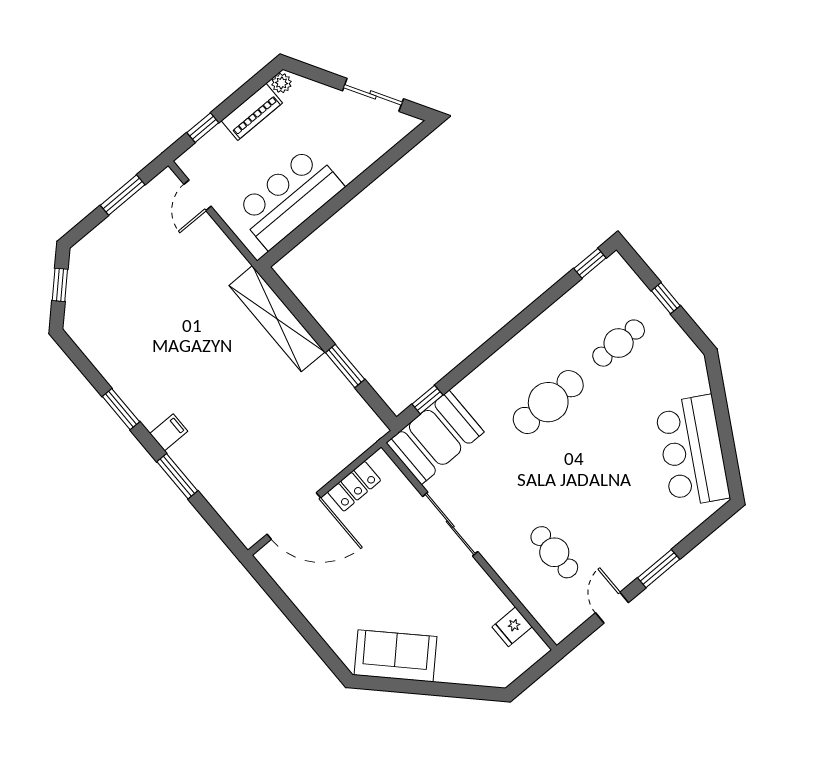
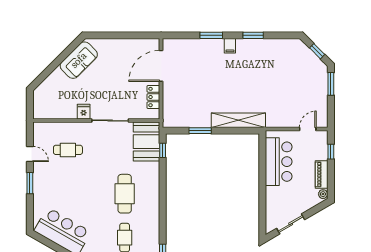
window: (123, 195) -> (331, 84), moved
door: (198, 195) -> (308, 129), hinge flipped
fridge: (512, 627) -> (84, 112), moved

